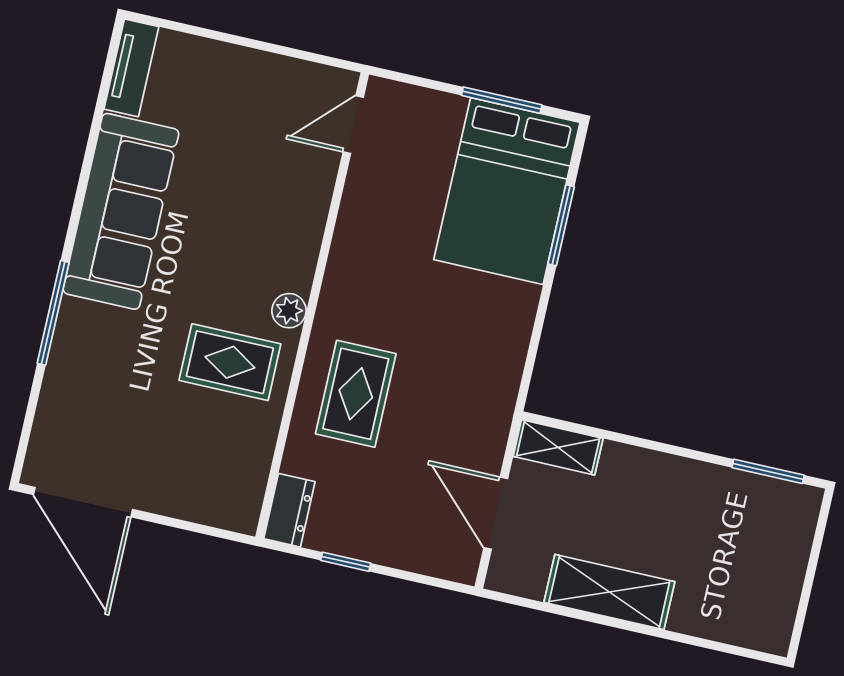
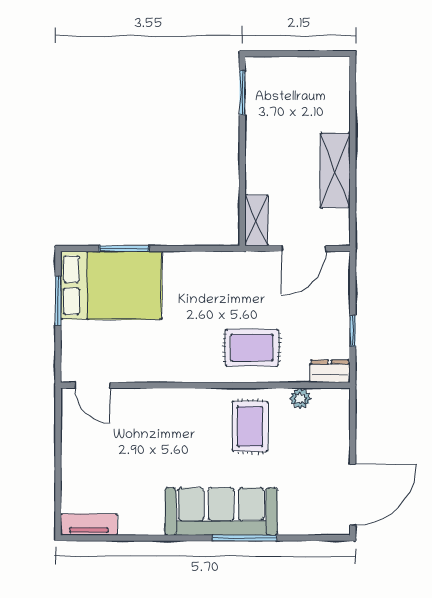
sofa: (121, 211) -> (221, 511), moved
plant: (289, 311) -> (300, 398), moved

